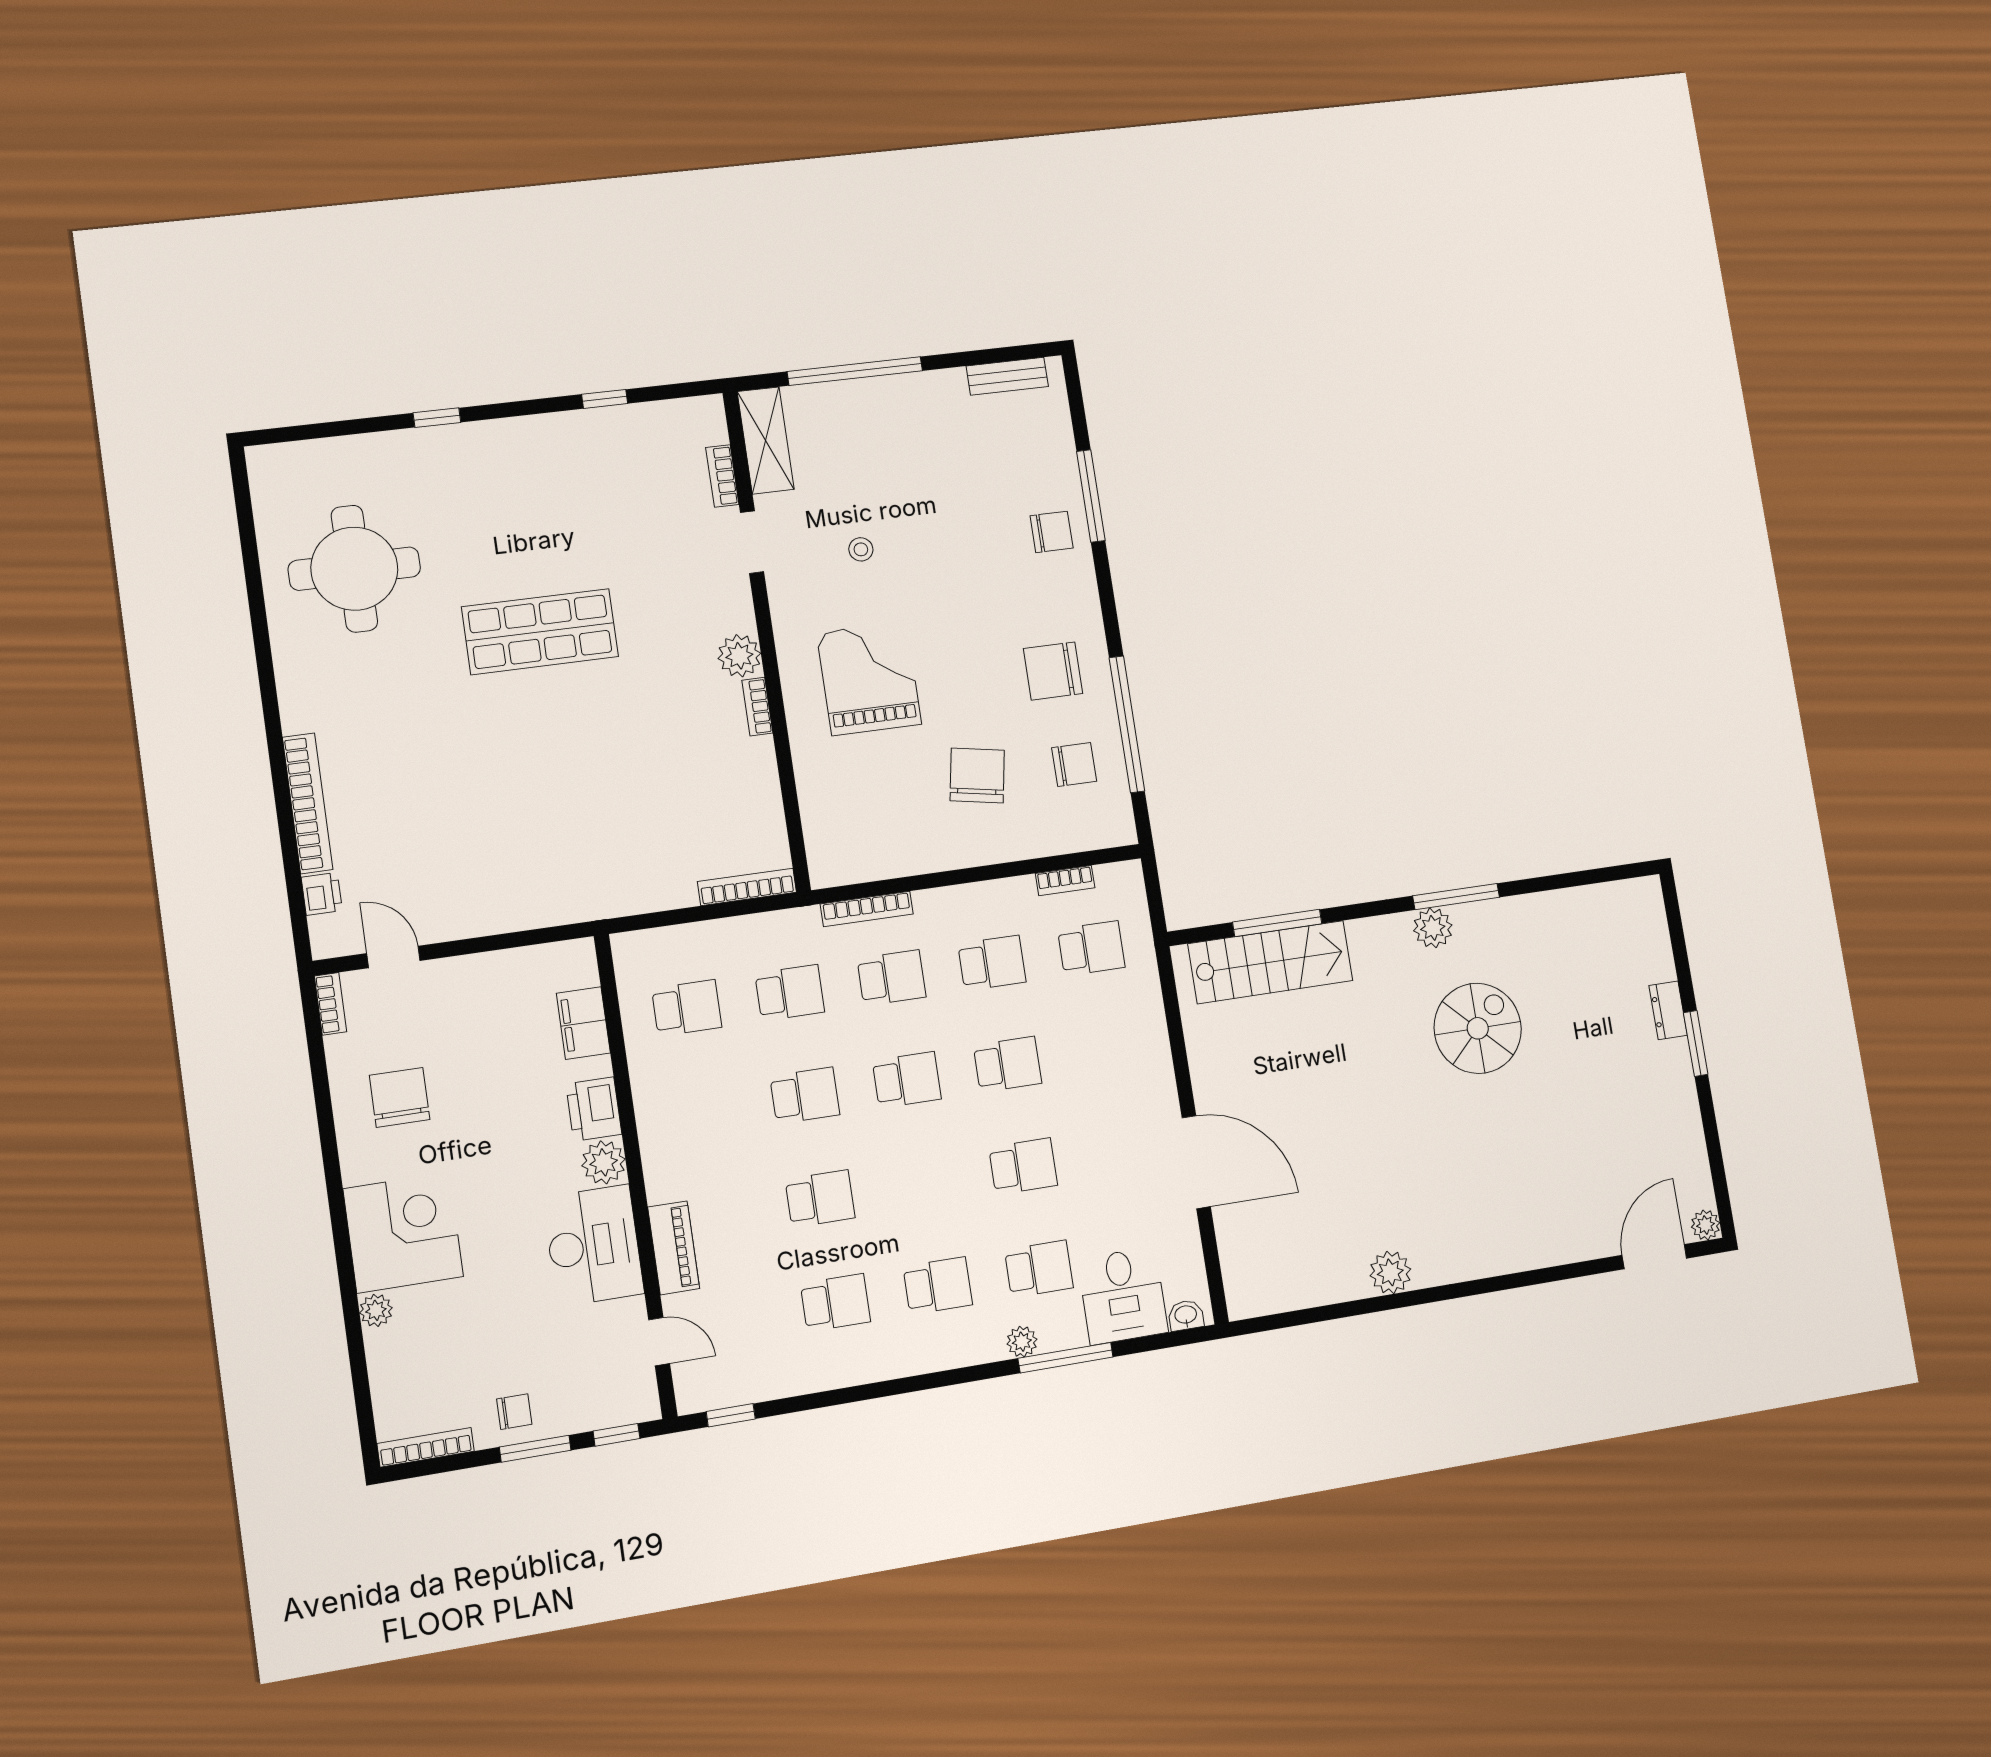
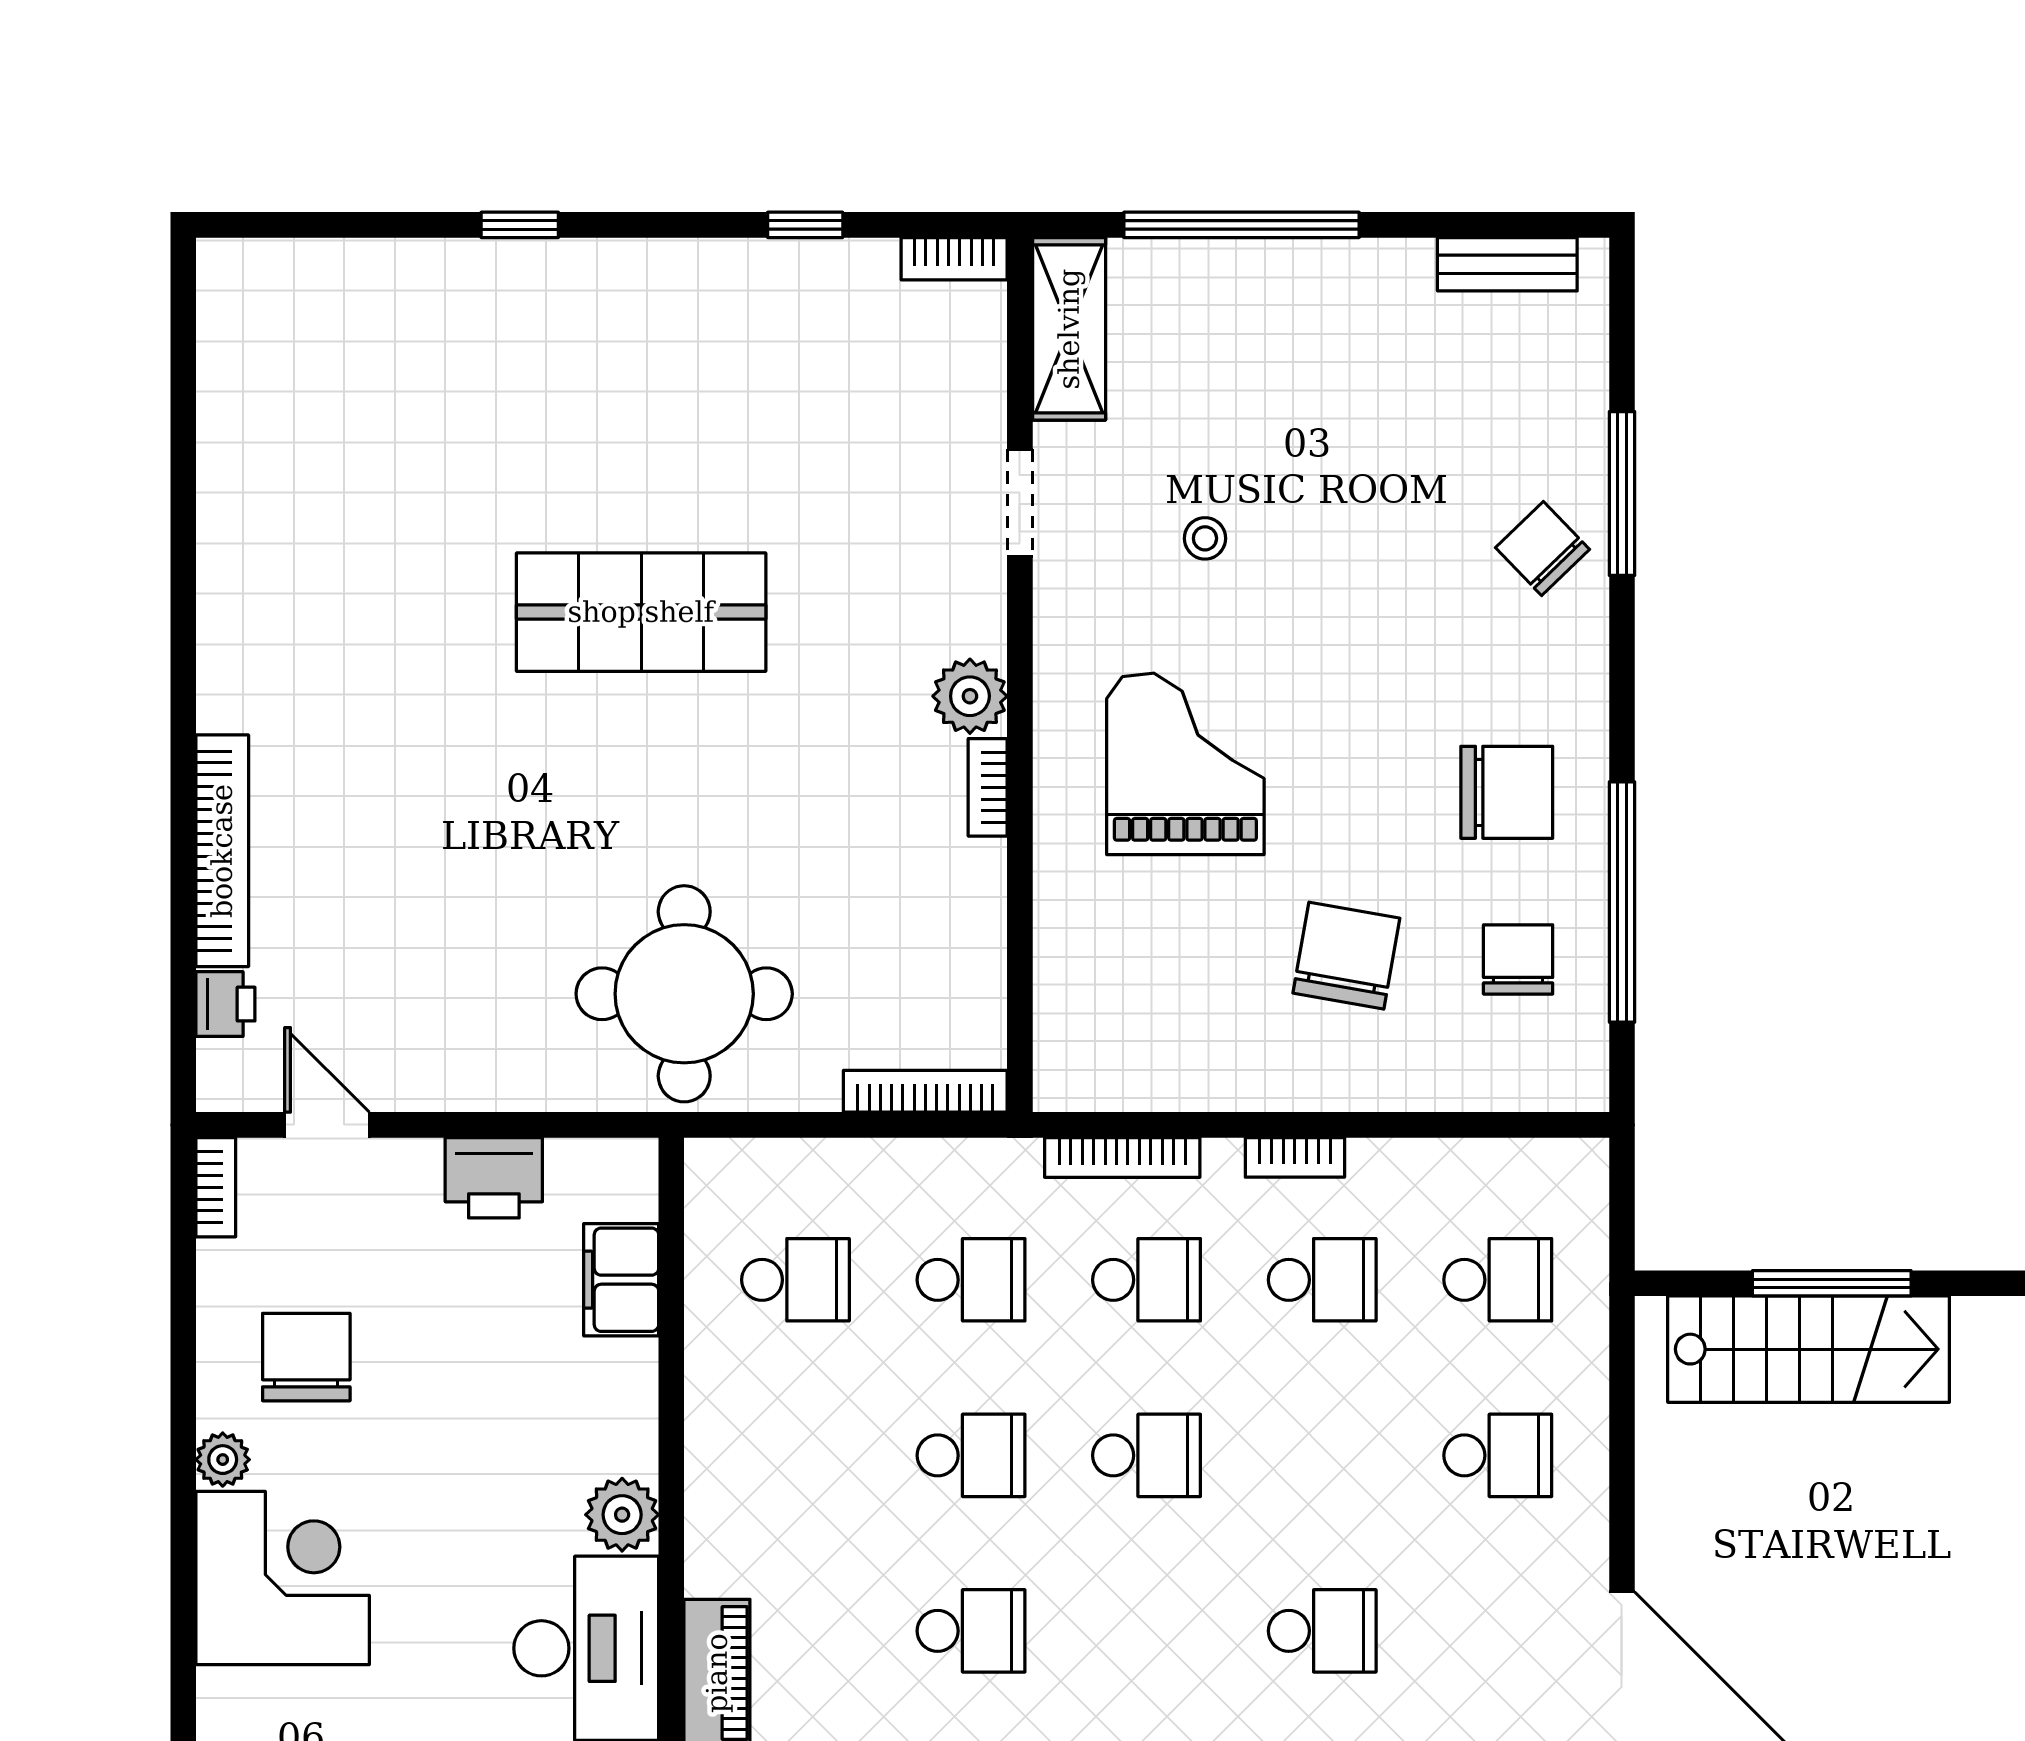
bookcase: (722, 476) -> (954, 259), moved, turned -90
chair: (1052, 532) -> (1542, 549), turned -134
round table: (354, 569) -> (684, 994), moved
chair: (1053, 671) -> (1507, 792), turned 180
chair: (1074, 764) -> (1518, 959), turned -90
bookcase: (1065, 881) -> (1295, 1157), moved
school desk: (1007, 1064) -> (1498, 1455), moved
printer: (594, 1109) -> (494, 1178), moved, turned -90
plant: (376, 1310) -> (223, 1460), moved

